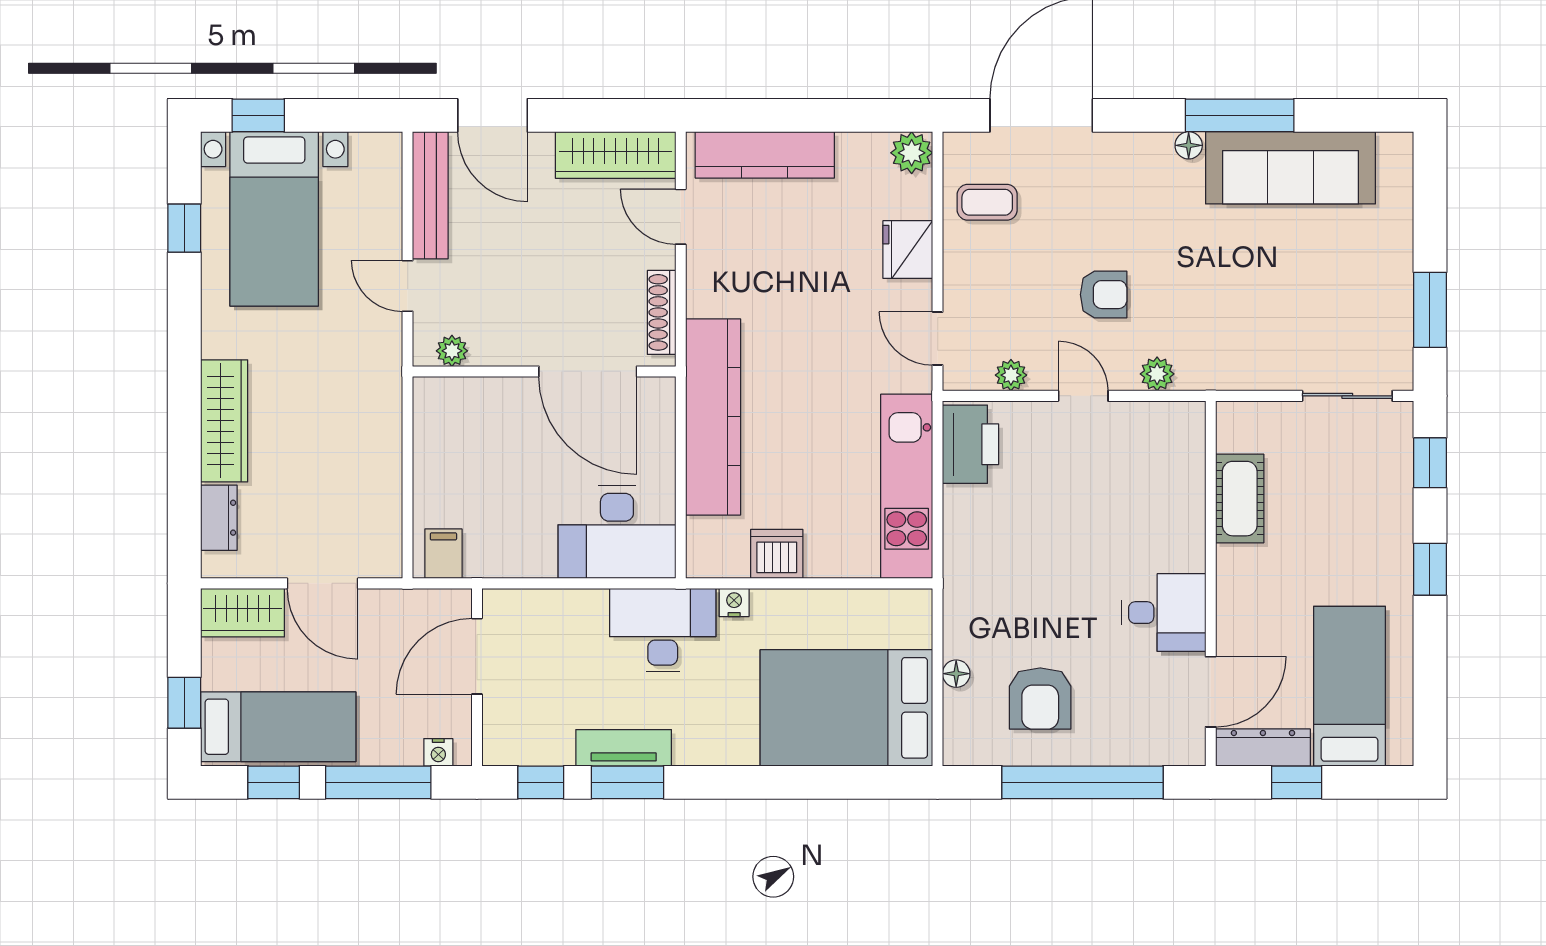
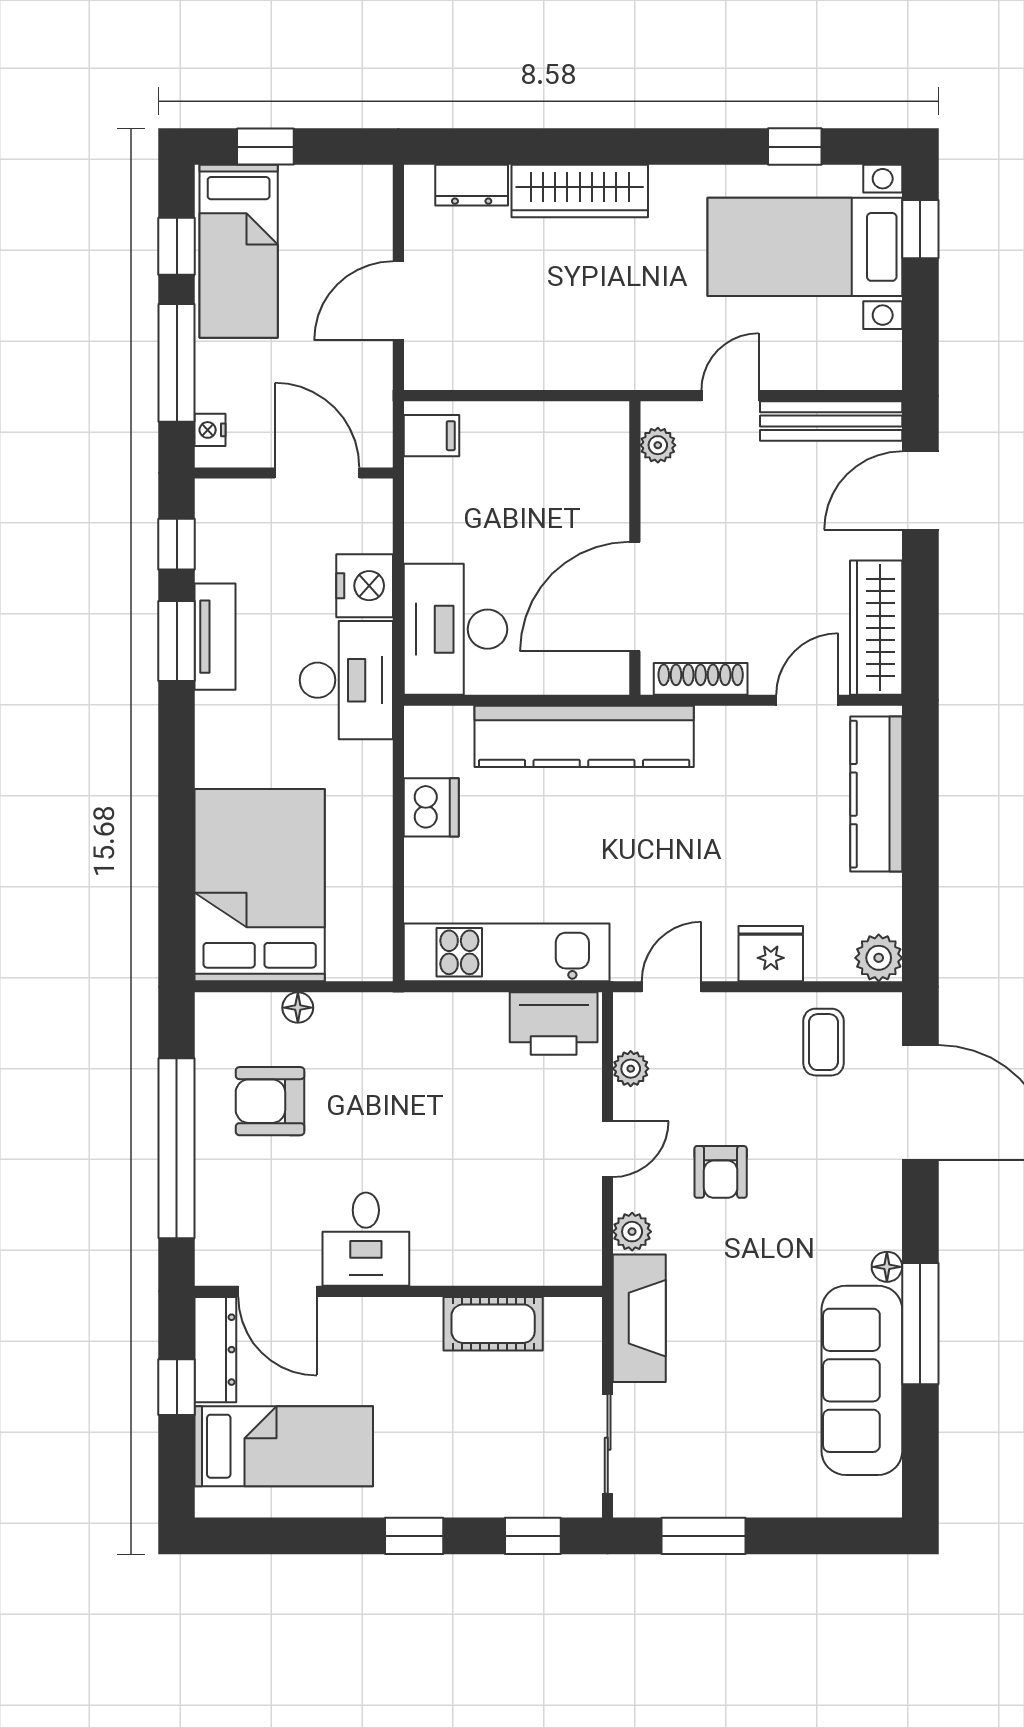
fireplace: (1235, 367) -> (639, 1318), added
nightstand: (734, 602) -> (365, 586), moved, width x1.89, depth x1.79
wardrobe: (243, 613) -> (366, 212), removed

